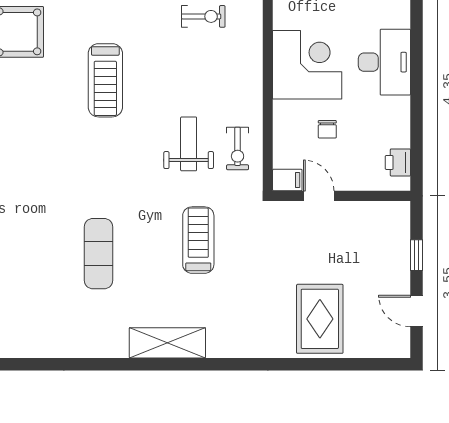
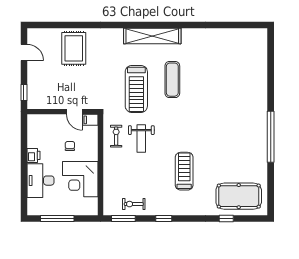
printer: (398, 162) -> (34, 155), moved
treadmill: (198, 240) -> (136, 89), width x1.37, depth x1.38
exercise mat: (99, 254) -> (172, 80), moved
window: (417, 255) -> (24, 92), moved
shelving: (167, 343) -> (152, 36), width x1.47

